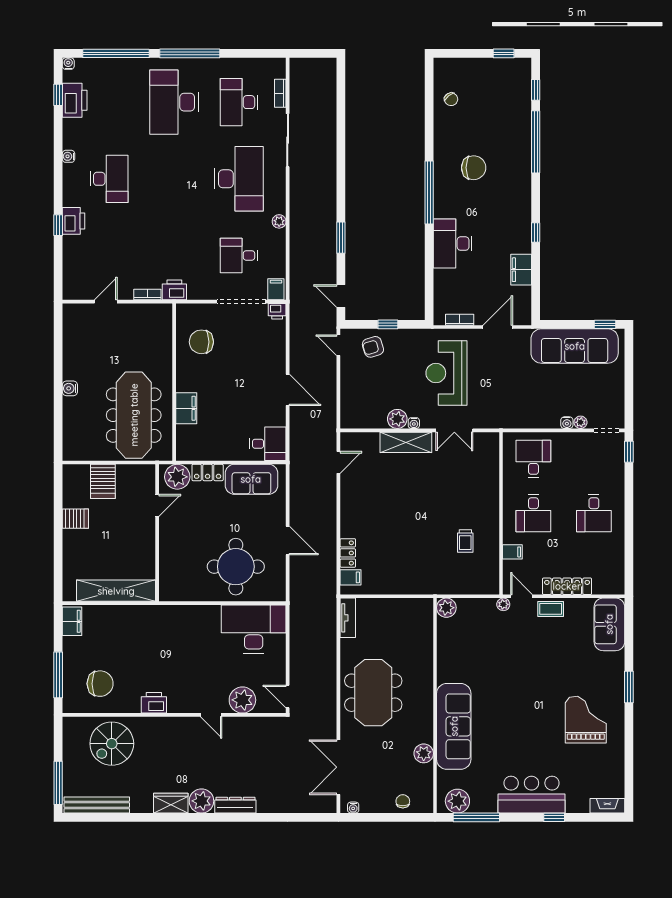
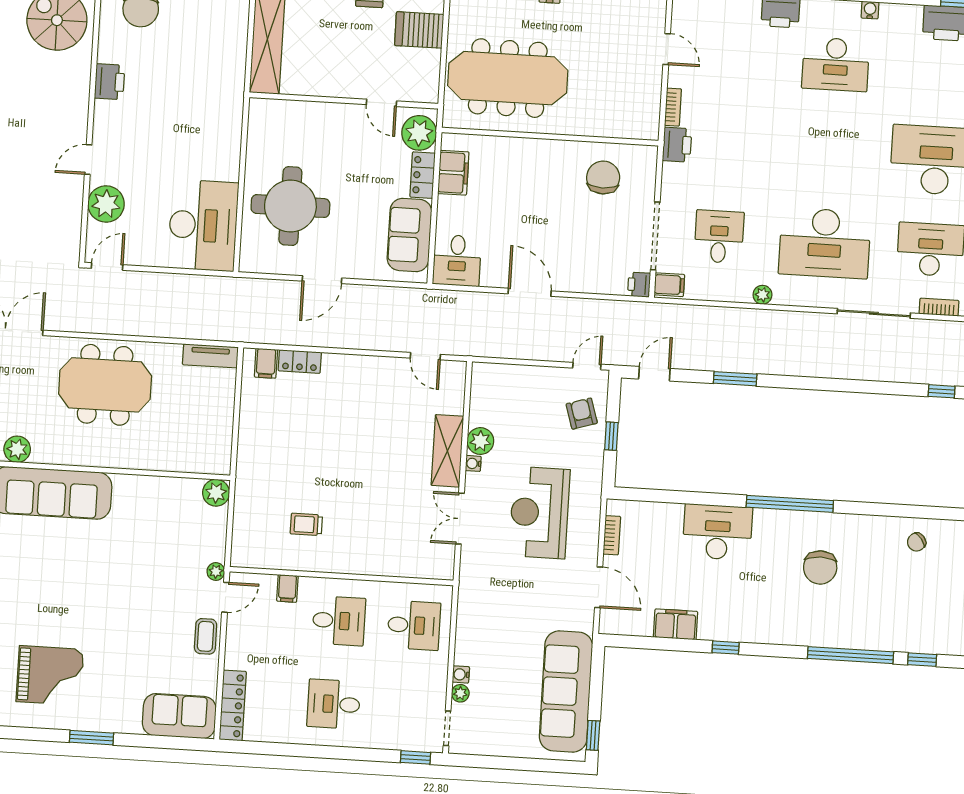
window: (341, 88) -> (942, 391), added
reception desk: (446, 373) -> (539, 513), turned -90
door: (288, 390) -> (530, 292), swing flipped
filing cabinet: (186, 408) -> (453, 173), moved, turned -90
desk: (533, 513) -> (339, 621), turned 180
locker: (567, 586) -> (233, 706), moved

